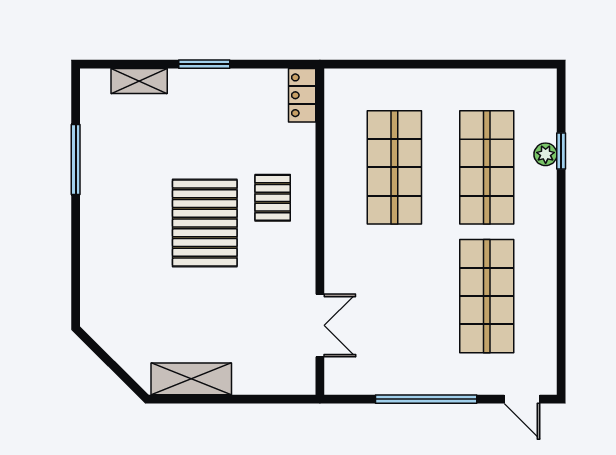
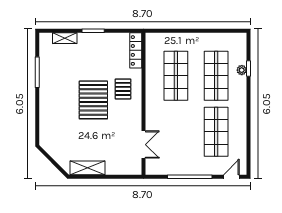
locker: (302, 95) -> (136, 50), width x1.53
door: (522, 399) -> (231, 177), swing flipped

